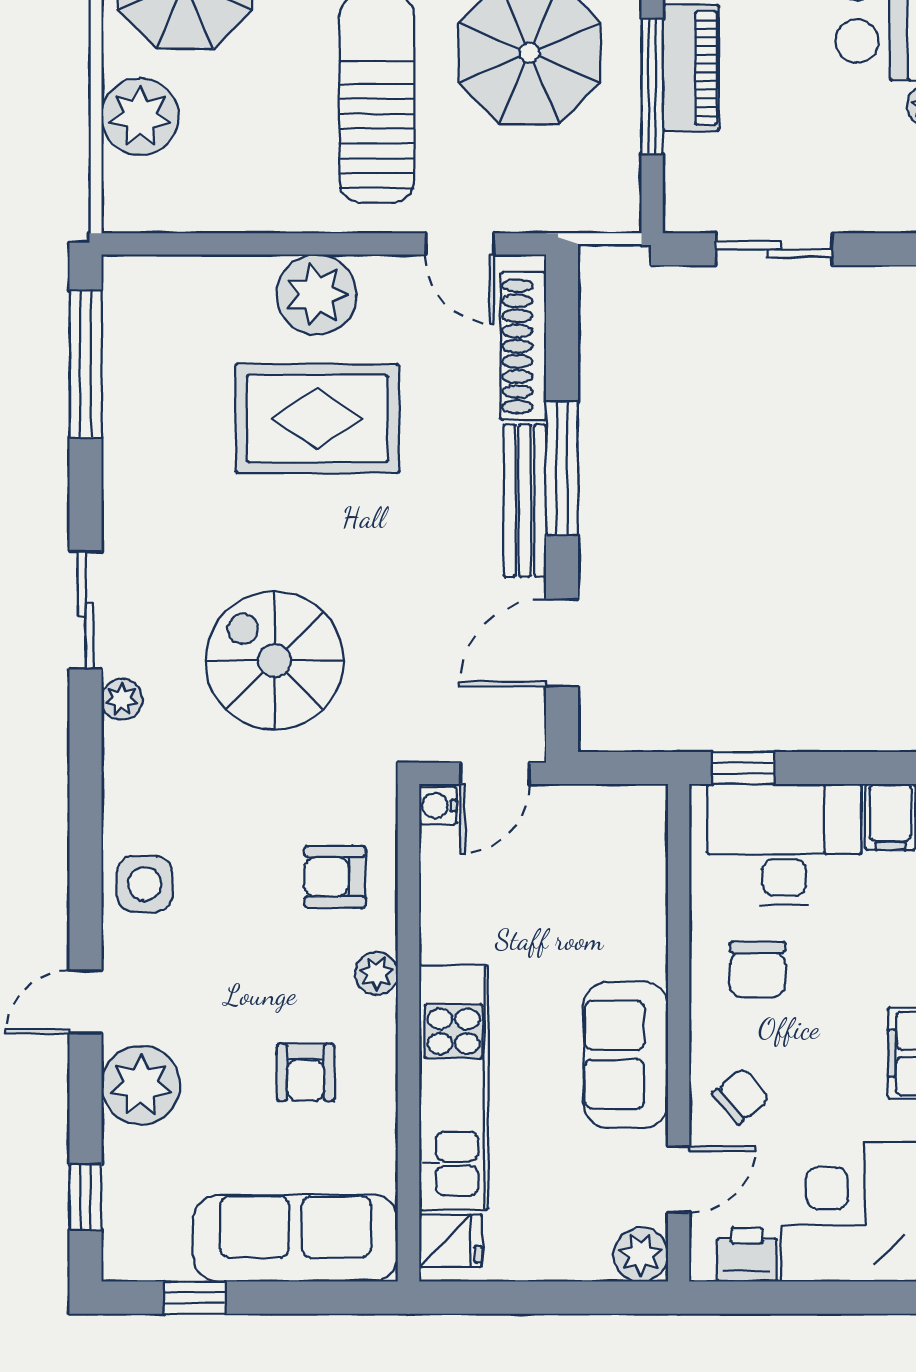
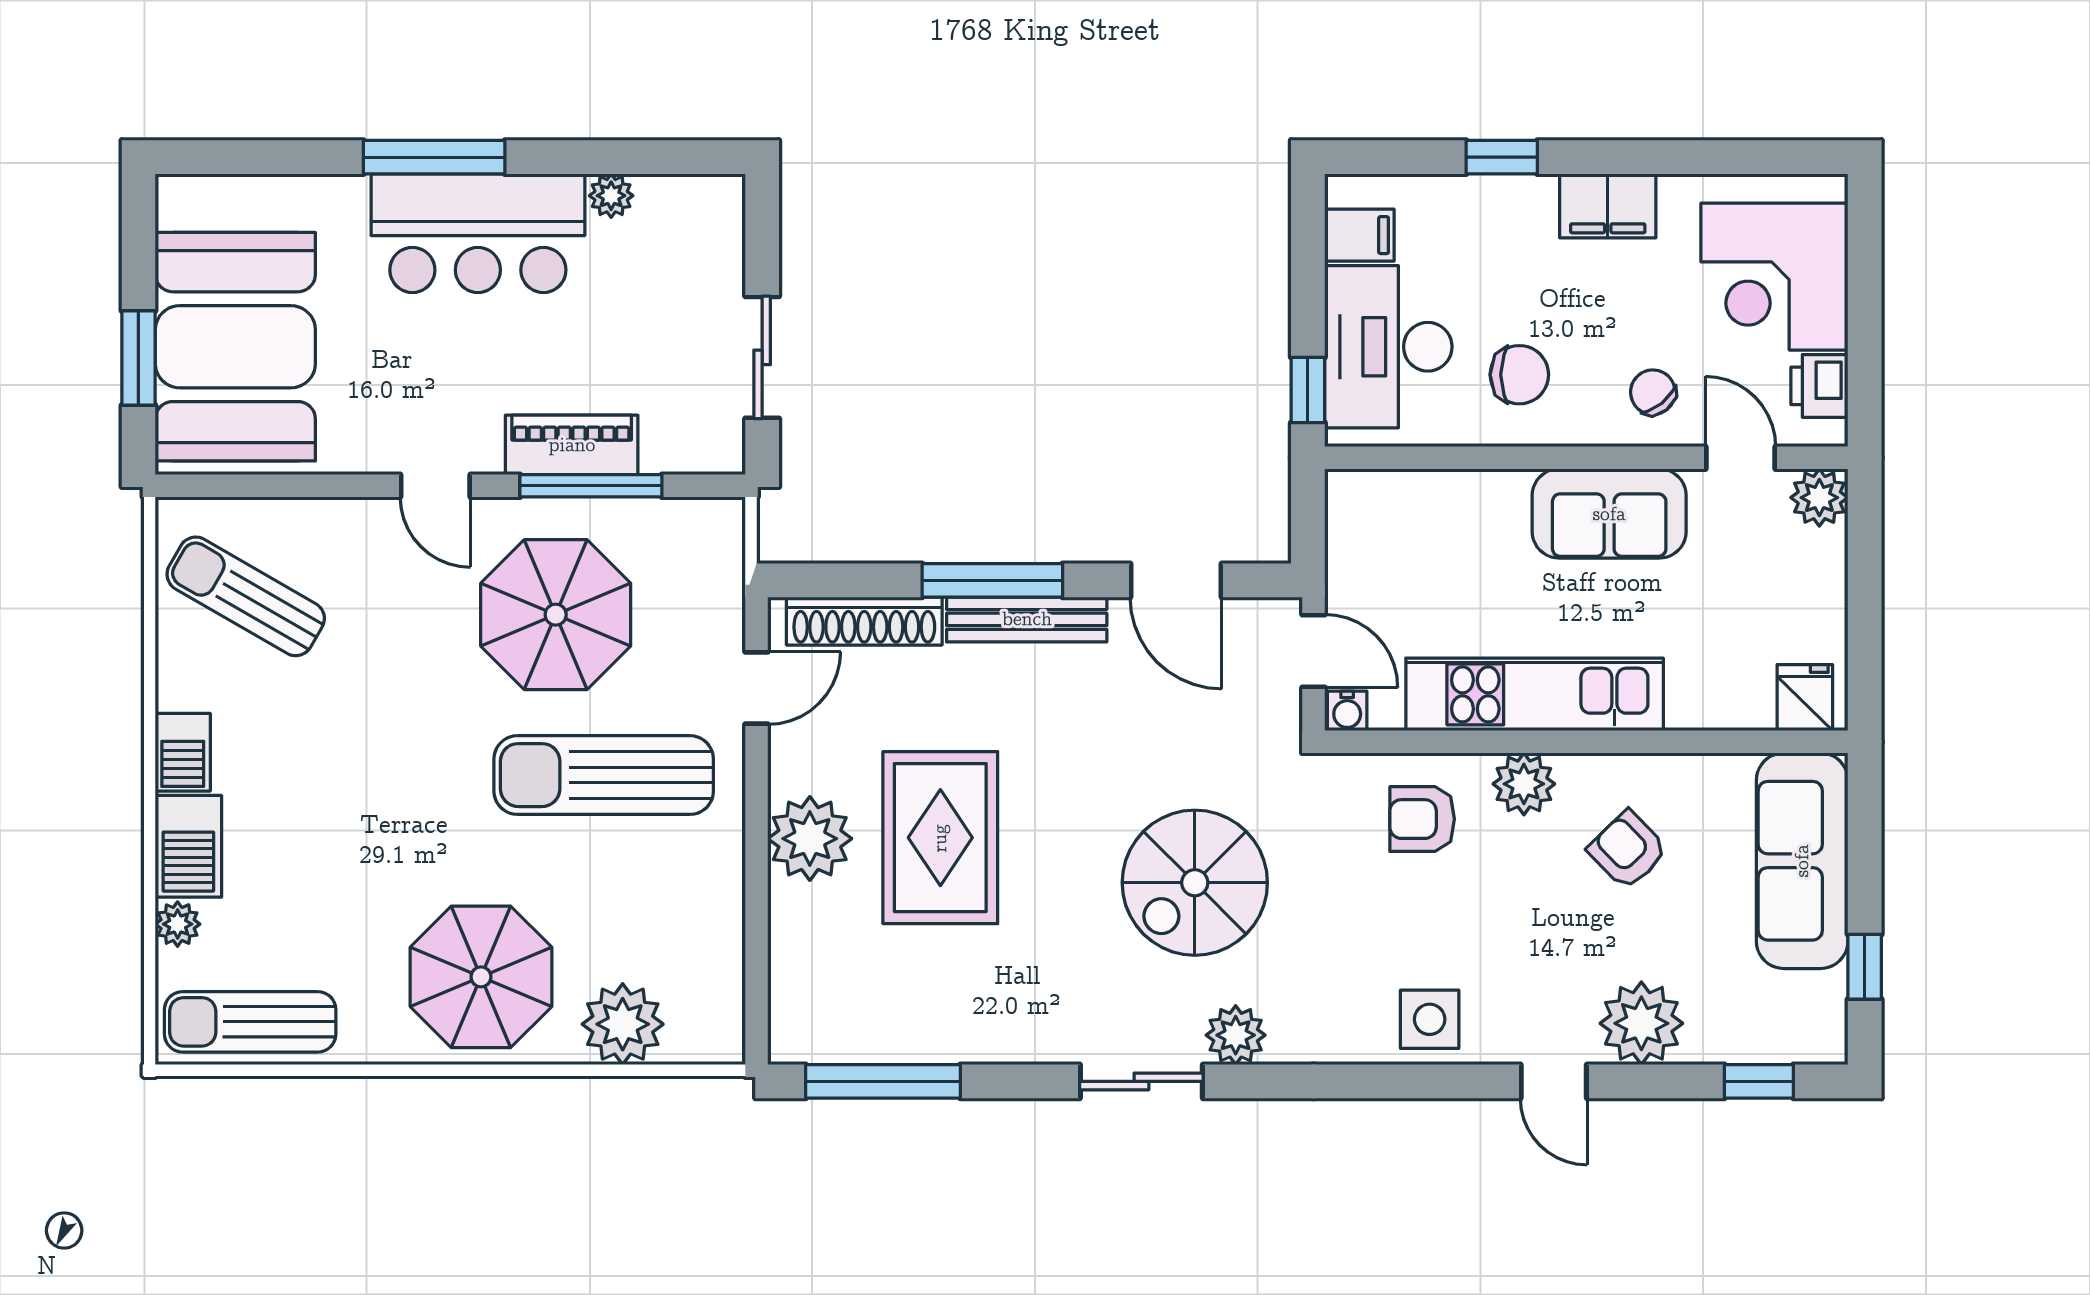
plant: (122, 699) -> (1236, 1035), width x1.38, depth x1.38
armchair: (335, 877) -> (1422, 819), turned 90
plant: (377, 974) -> (1524, 784), width x1.38, depth x1.38
armchair: (306, 1072) -> (1628, 850), turned -134
kitchen unit: (454, 1088) -> (1535, 694), moved

